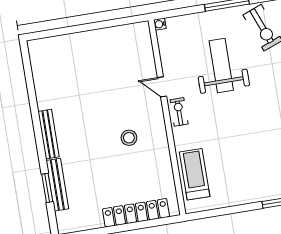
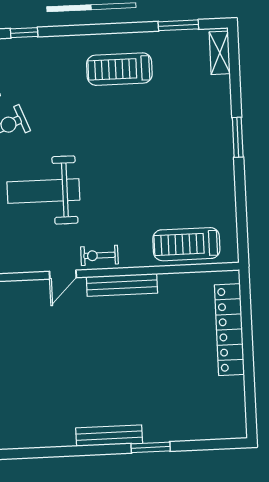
stool: (129, 138) -> (127, 327), removed
bench: (57, 185) -> (122, 285), moved
window: (47, 188) -> (151, 447), moved

